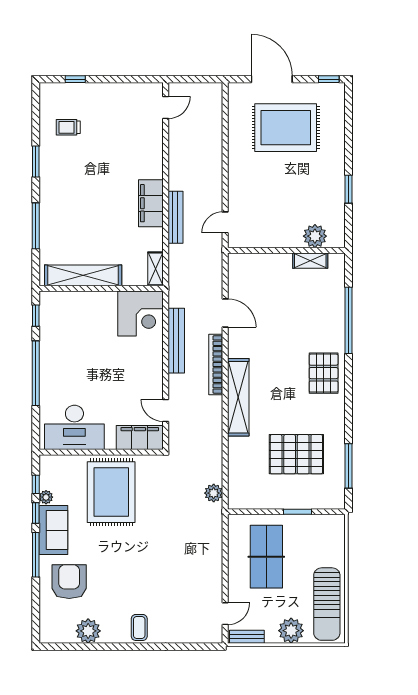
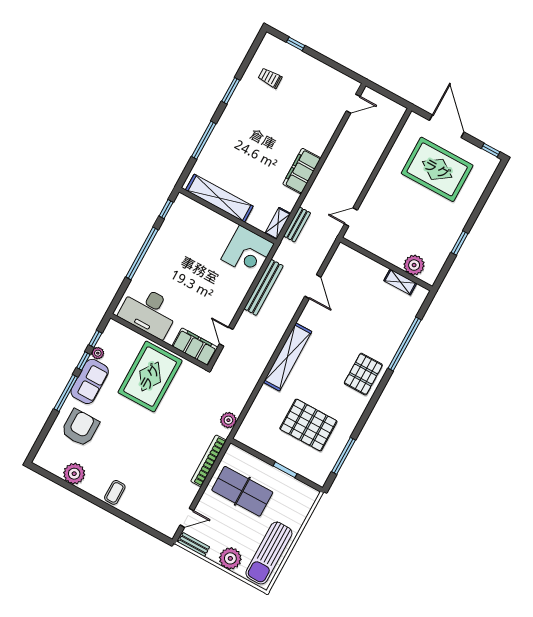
bench: (175, 217) -> (297, 224), moved, width x0.73
bookcase: (216, 365) -> (209, 461), moved
table tennis table: (266, 557) -> (242, 491), turned 90

